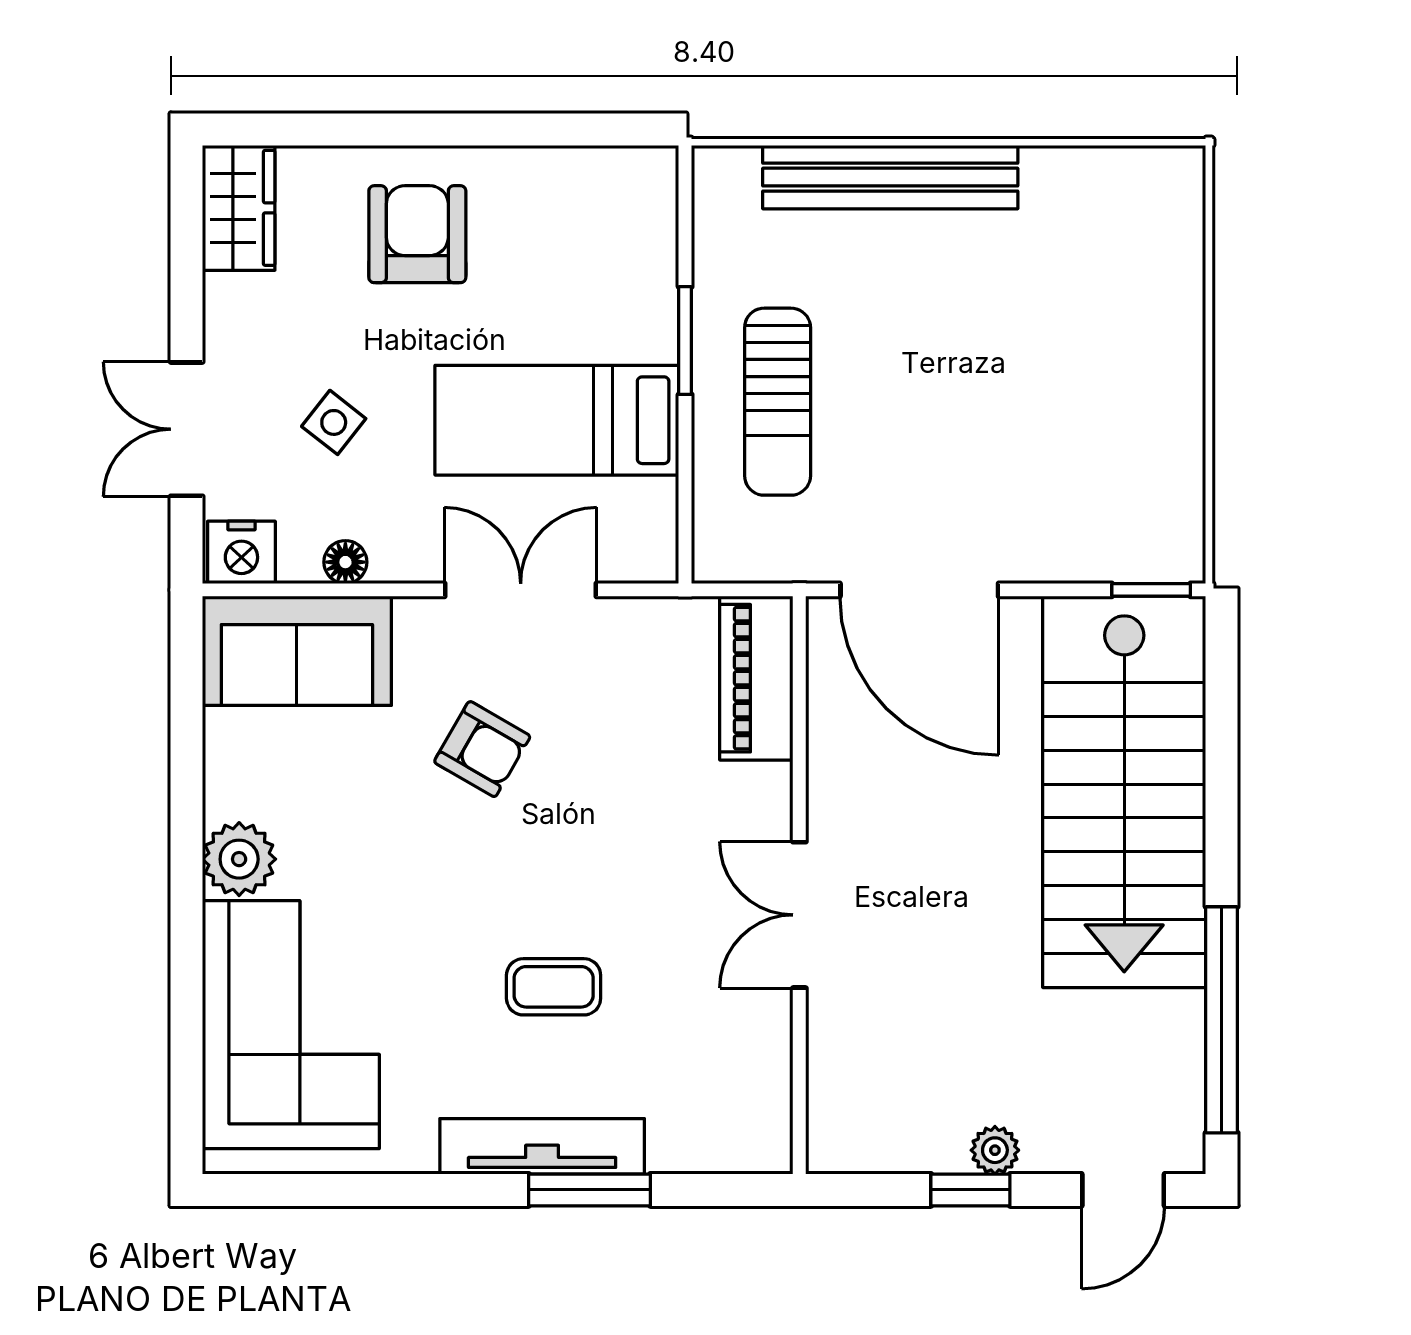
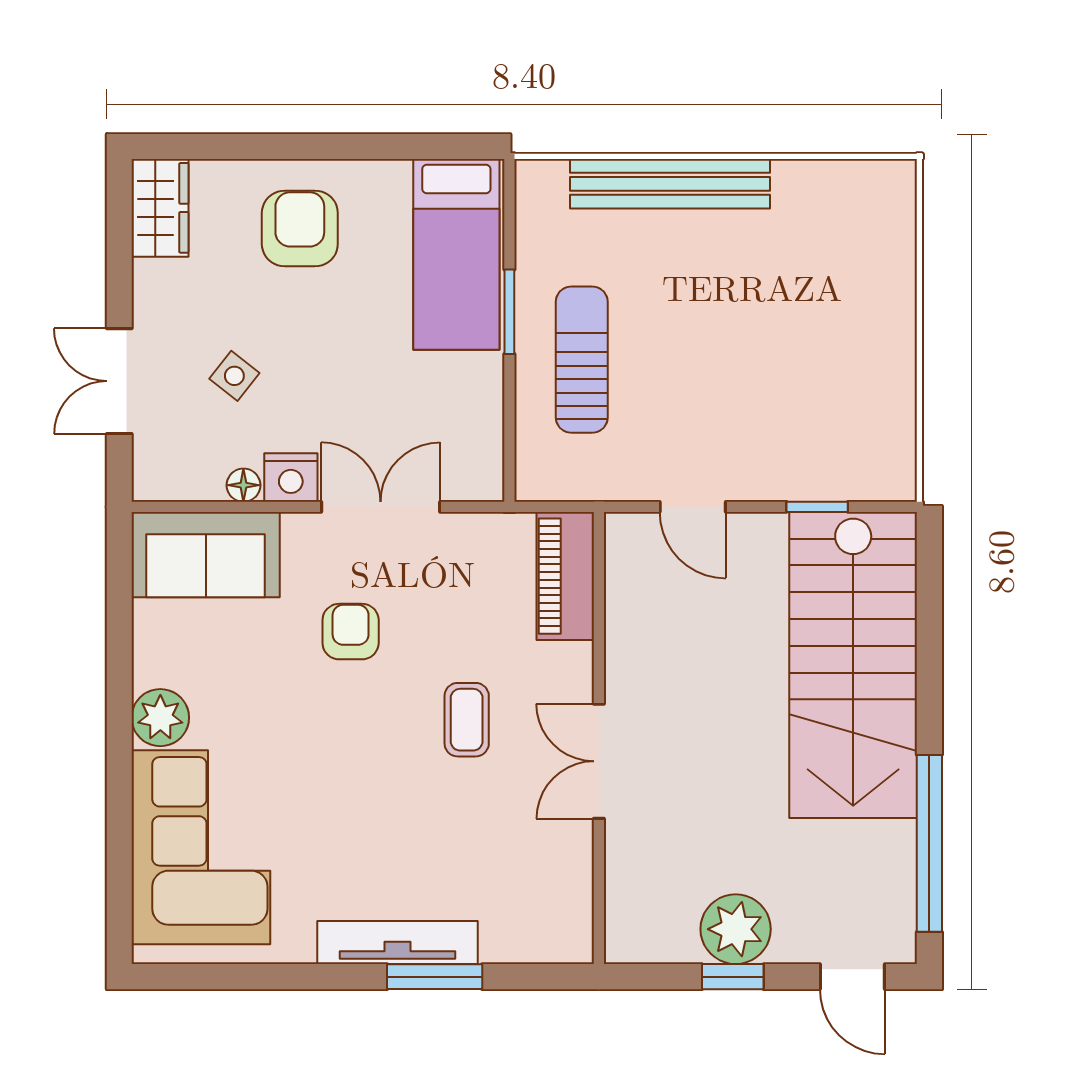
sun lounger: (778, 402) -> (582, 360), turned 180
bed: (557, 420) -> (456, 254), moved, turned -90
nightstand: (241, 552) -> (291, 478), moved
door: (919, 590) -> (693, 507), width x0.53
window: (1151, 590) -> (817, 507), moved
armchair: (482, 749) -> (351, 632), turned -120
coffee table: (554, 987) -> (467, 720), moved, turned 90
plant: (995, 1150) -> (736, 929), width x1.88, depth x1.88
door: (1123, 1190) -> (852, 977), hinge flipped

